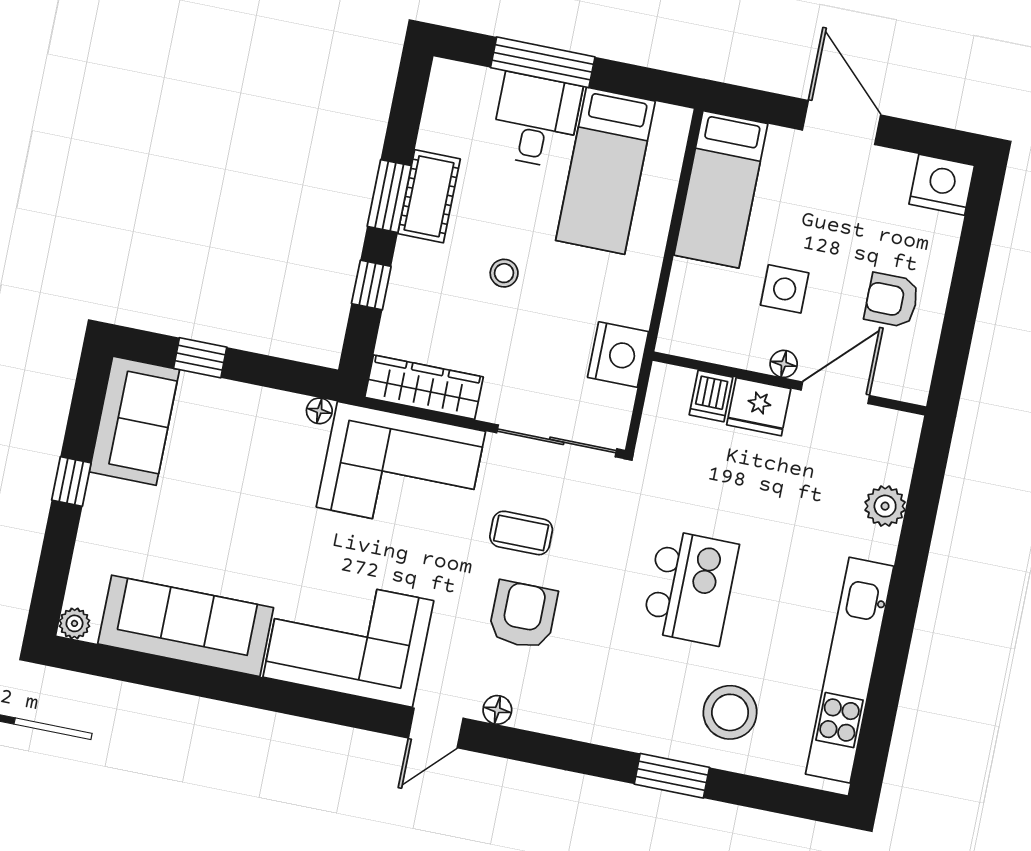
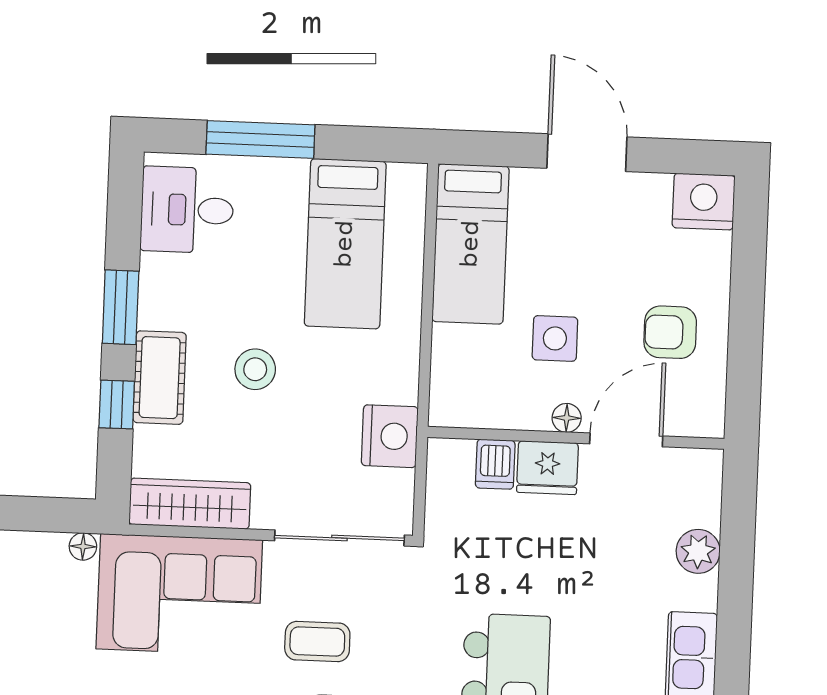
desk: (536, 121) -> (187, 210), moved, turned -90
cot: (429, 196) -> (160, 378), moved
stool: (504, 273) -> (255, 369), width x1.37, depth x1.37

